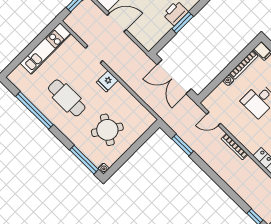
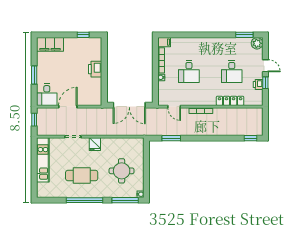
window: (183, 23) -> (104, 70), removed
window: (34, 110) -> (85, 200), moved
door: (214, 119) -> (174, 107), hinge flipped
round table: (107, 130) -> (122, 171), turned -32

